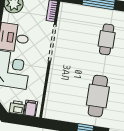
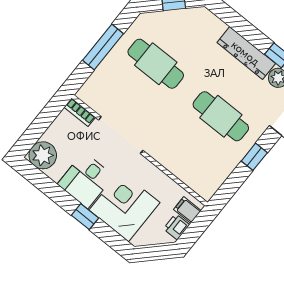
cafe table: (107, 39) -> (156, 64), width x1.37, depth x1.35

